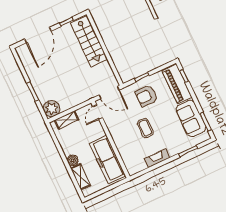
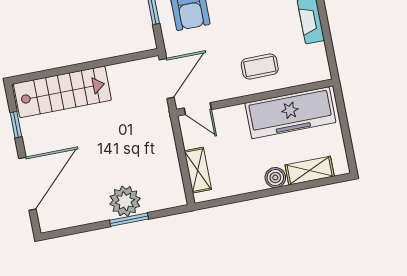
door: (38, 35) -> (27, 184), hinge flipped
plant: (52, 108) -> (125, 201), moved
coffee table: (145, 128) -> (260, 66), moved

